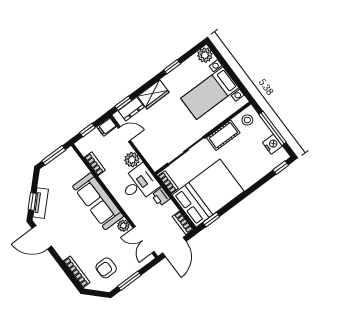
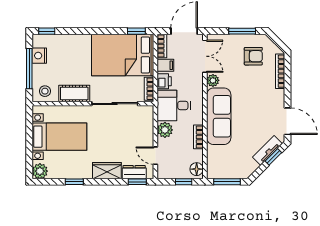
filing cabinet: (107, 127) -> (165, 65), moved
floor lamp: (85, 148) -> (197, 169), added
bookcase: (95, 164) -> (198, 137), moved

